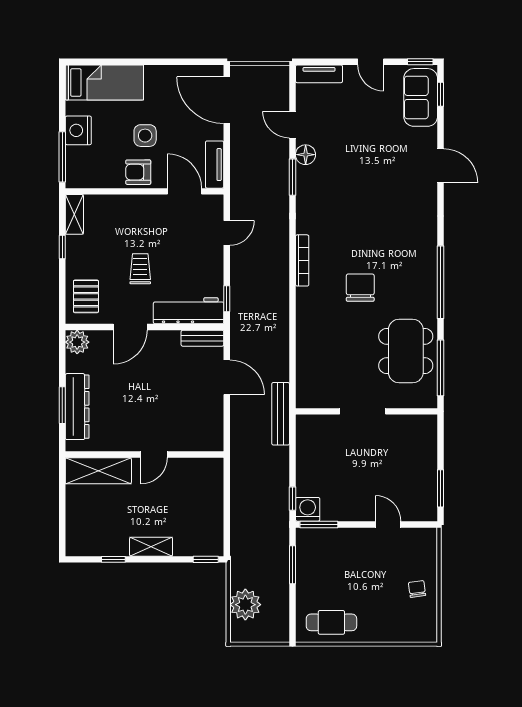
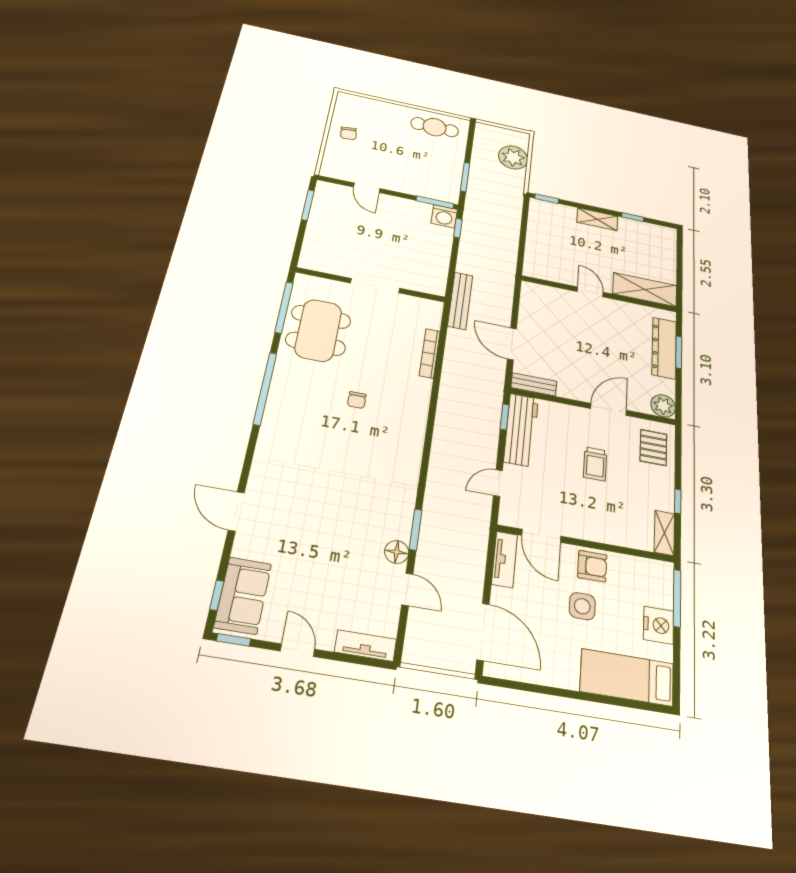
bookcase: (302, 260) -> (430, 353), moved
chair: (360, 288) -> (357, 400), width x0.54, depth x0.54
workbench: (189, 311) -> (521, 430), moved, turned -90
door: (154, 455) -> (590, 292), hinge flipped

